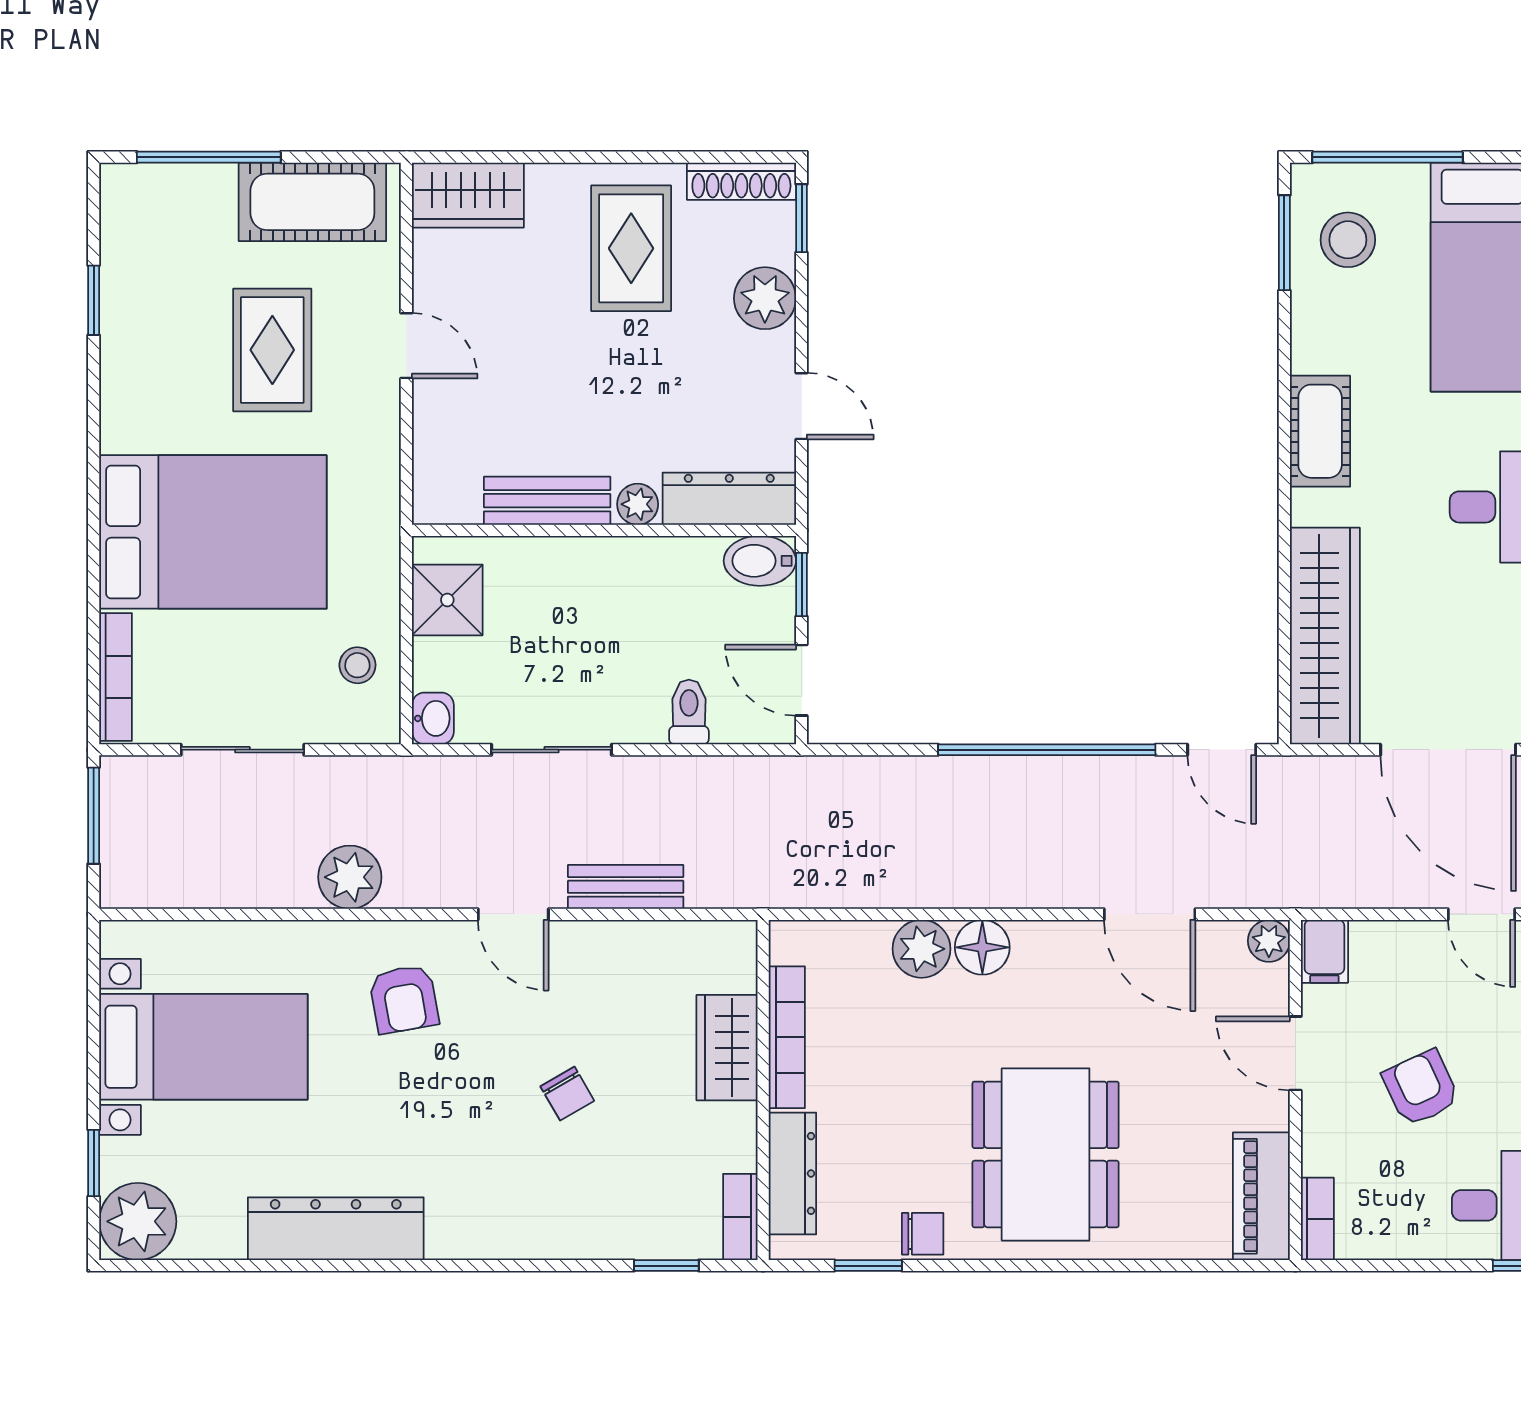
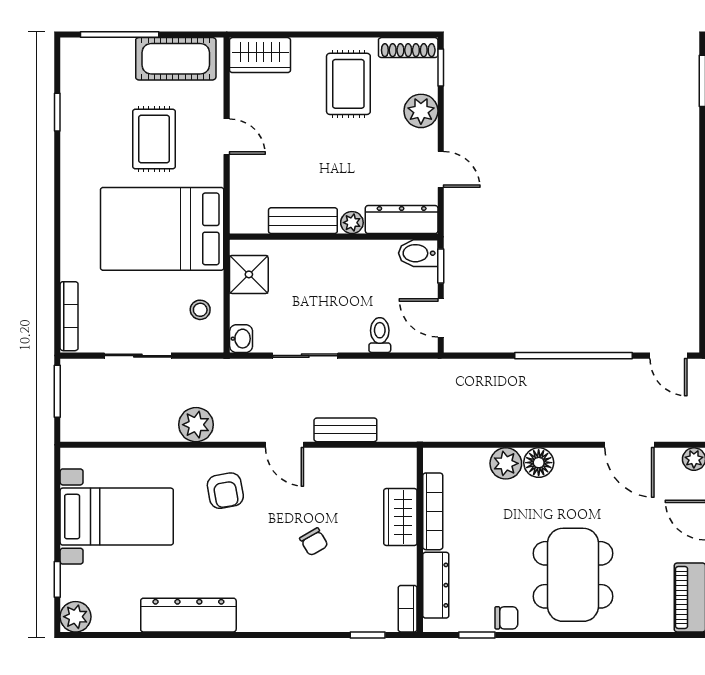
bed: (213, 532) -> (162, 229), moved, turned 180
plant: (138, 1221) -> (76, 617), width x0.73, depth x0.73

